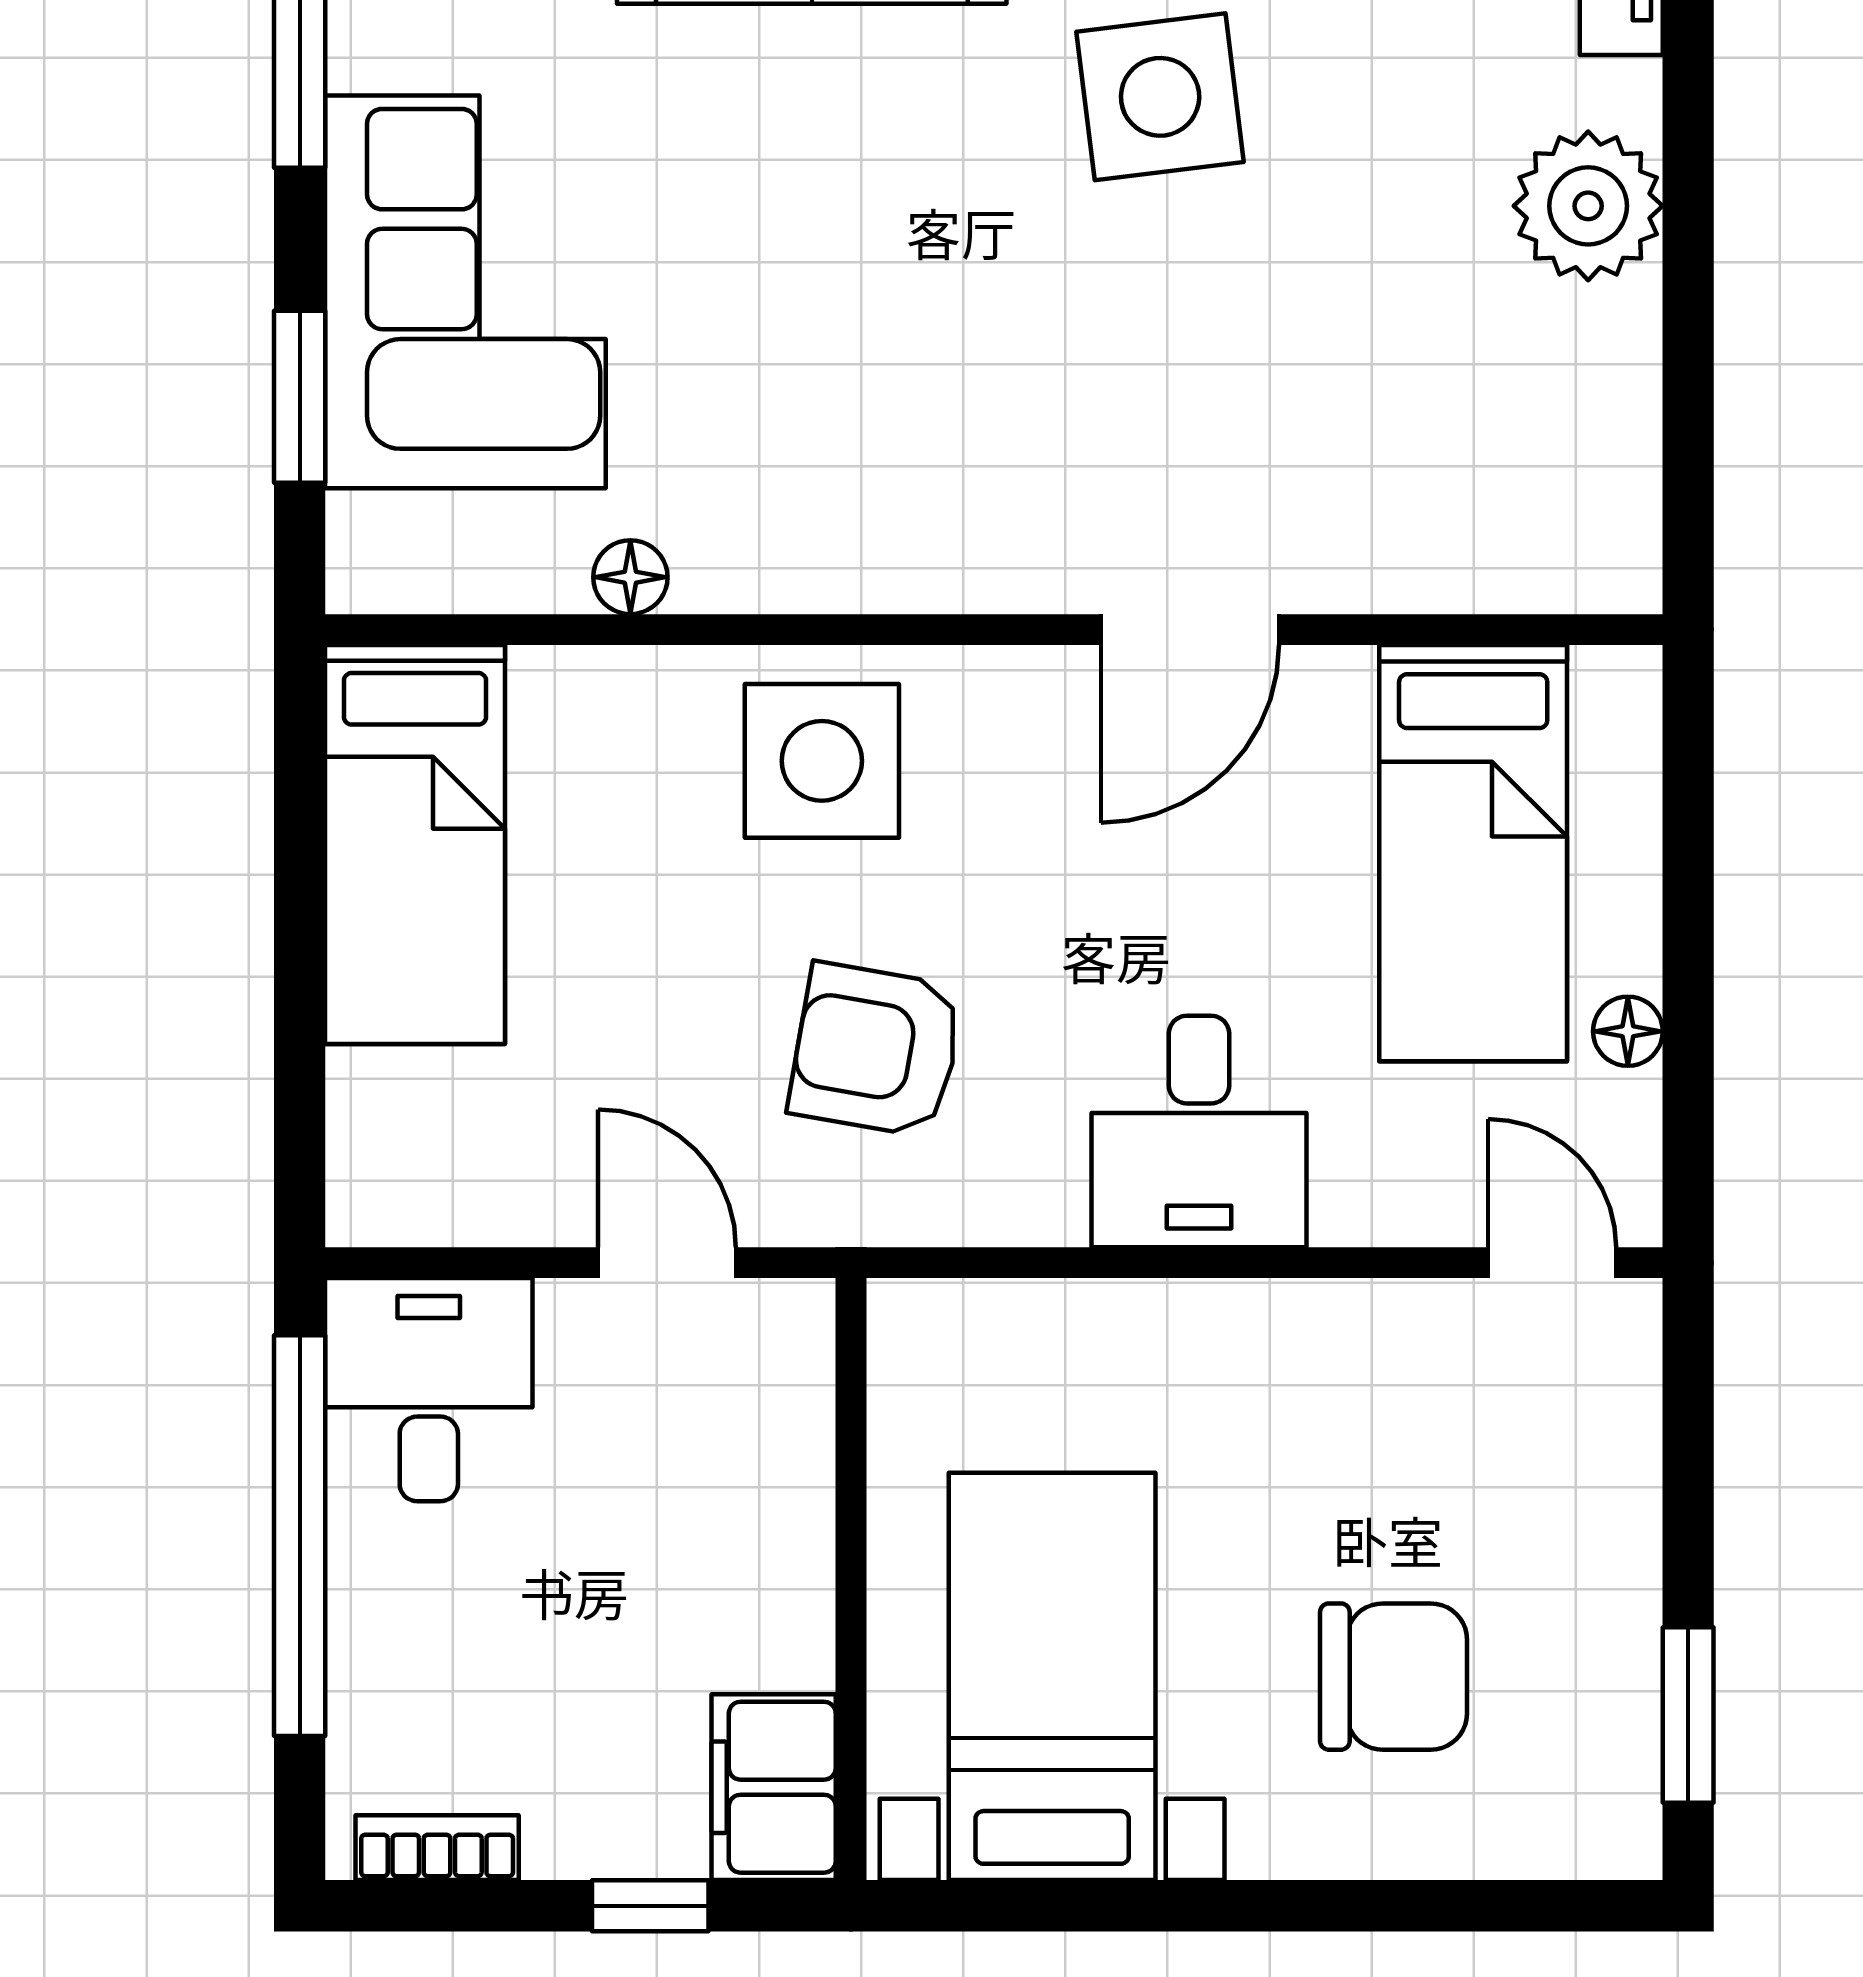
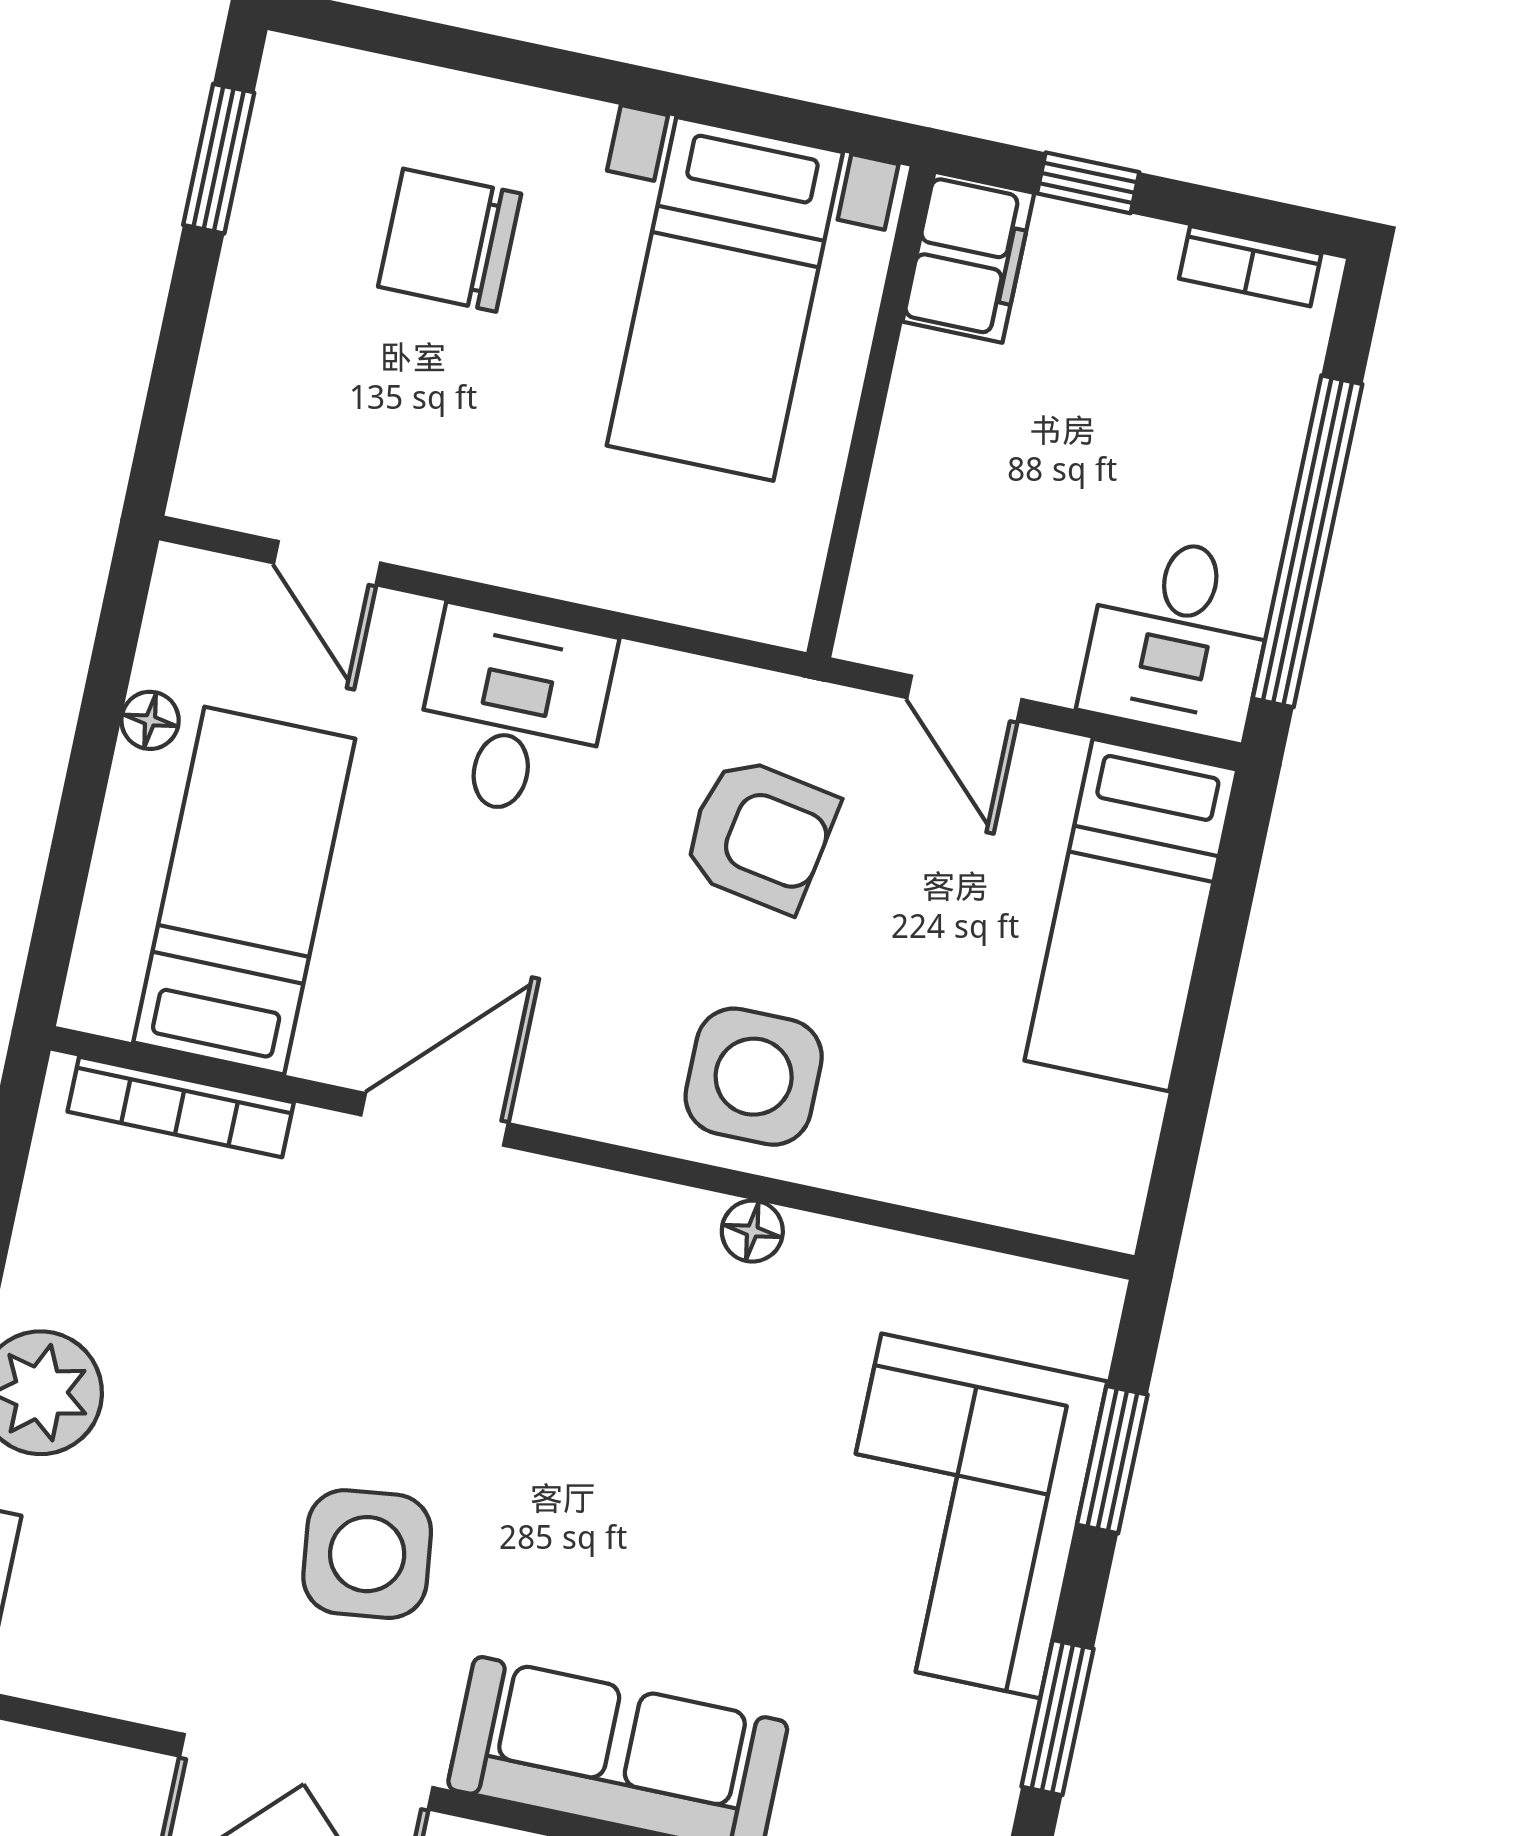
floor lamp: (630, 577) -> (752, 1231), moved
bookcase: (1494, 580) -> (181, 1107), added
bed: (415, 844) -> (1131, 915), moved, turned 180
door: (1552, 1263) -> (327, 563), moved

